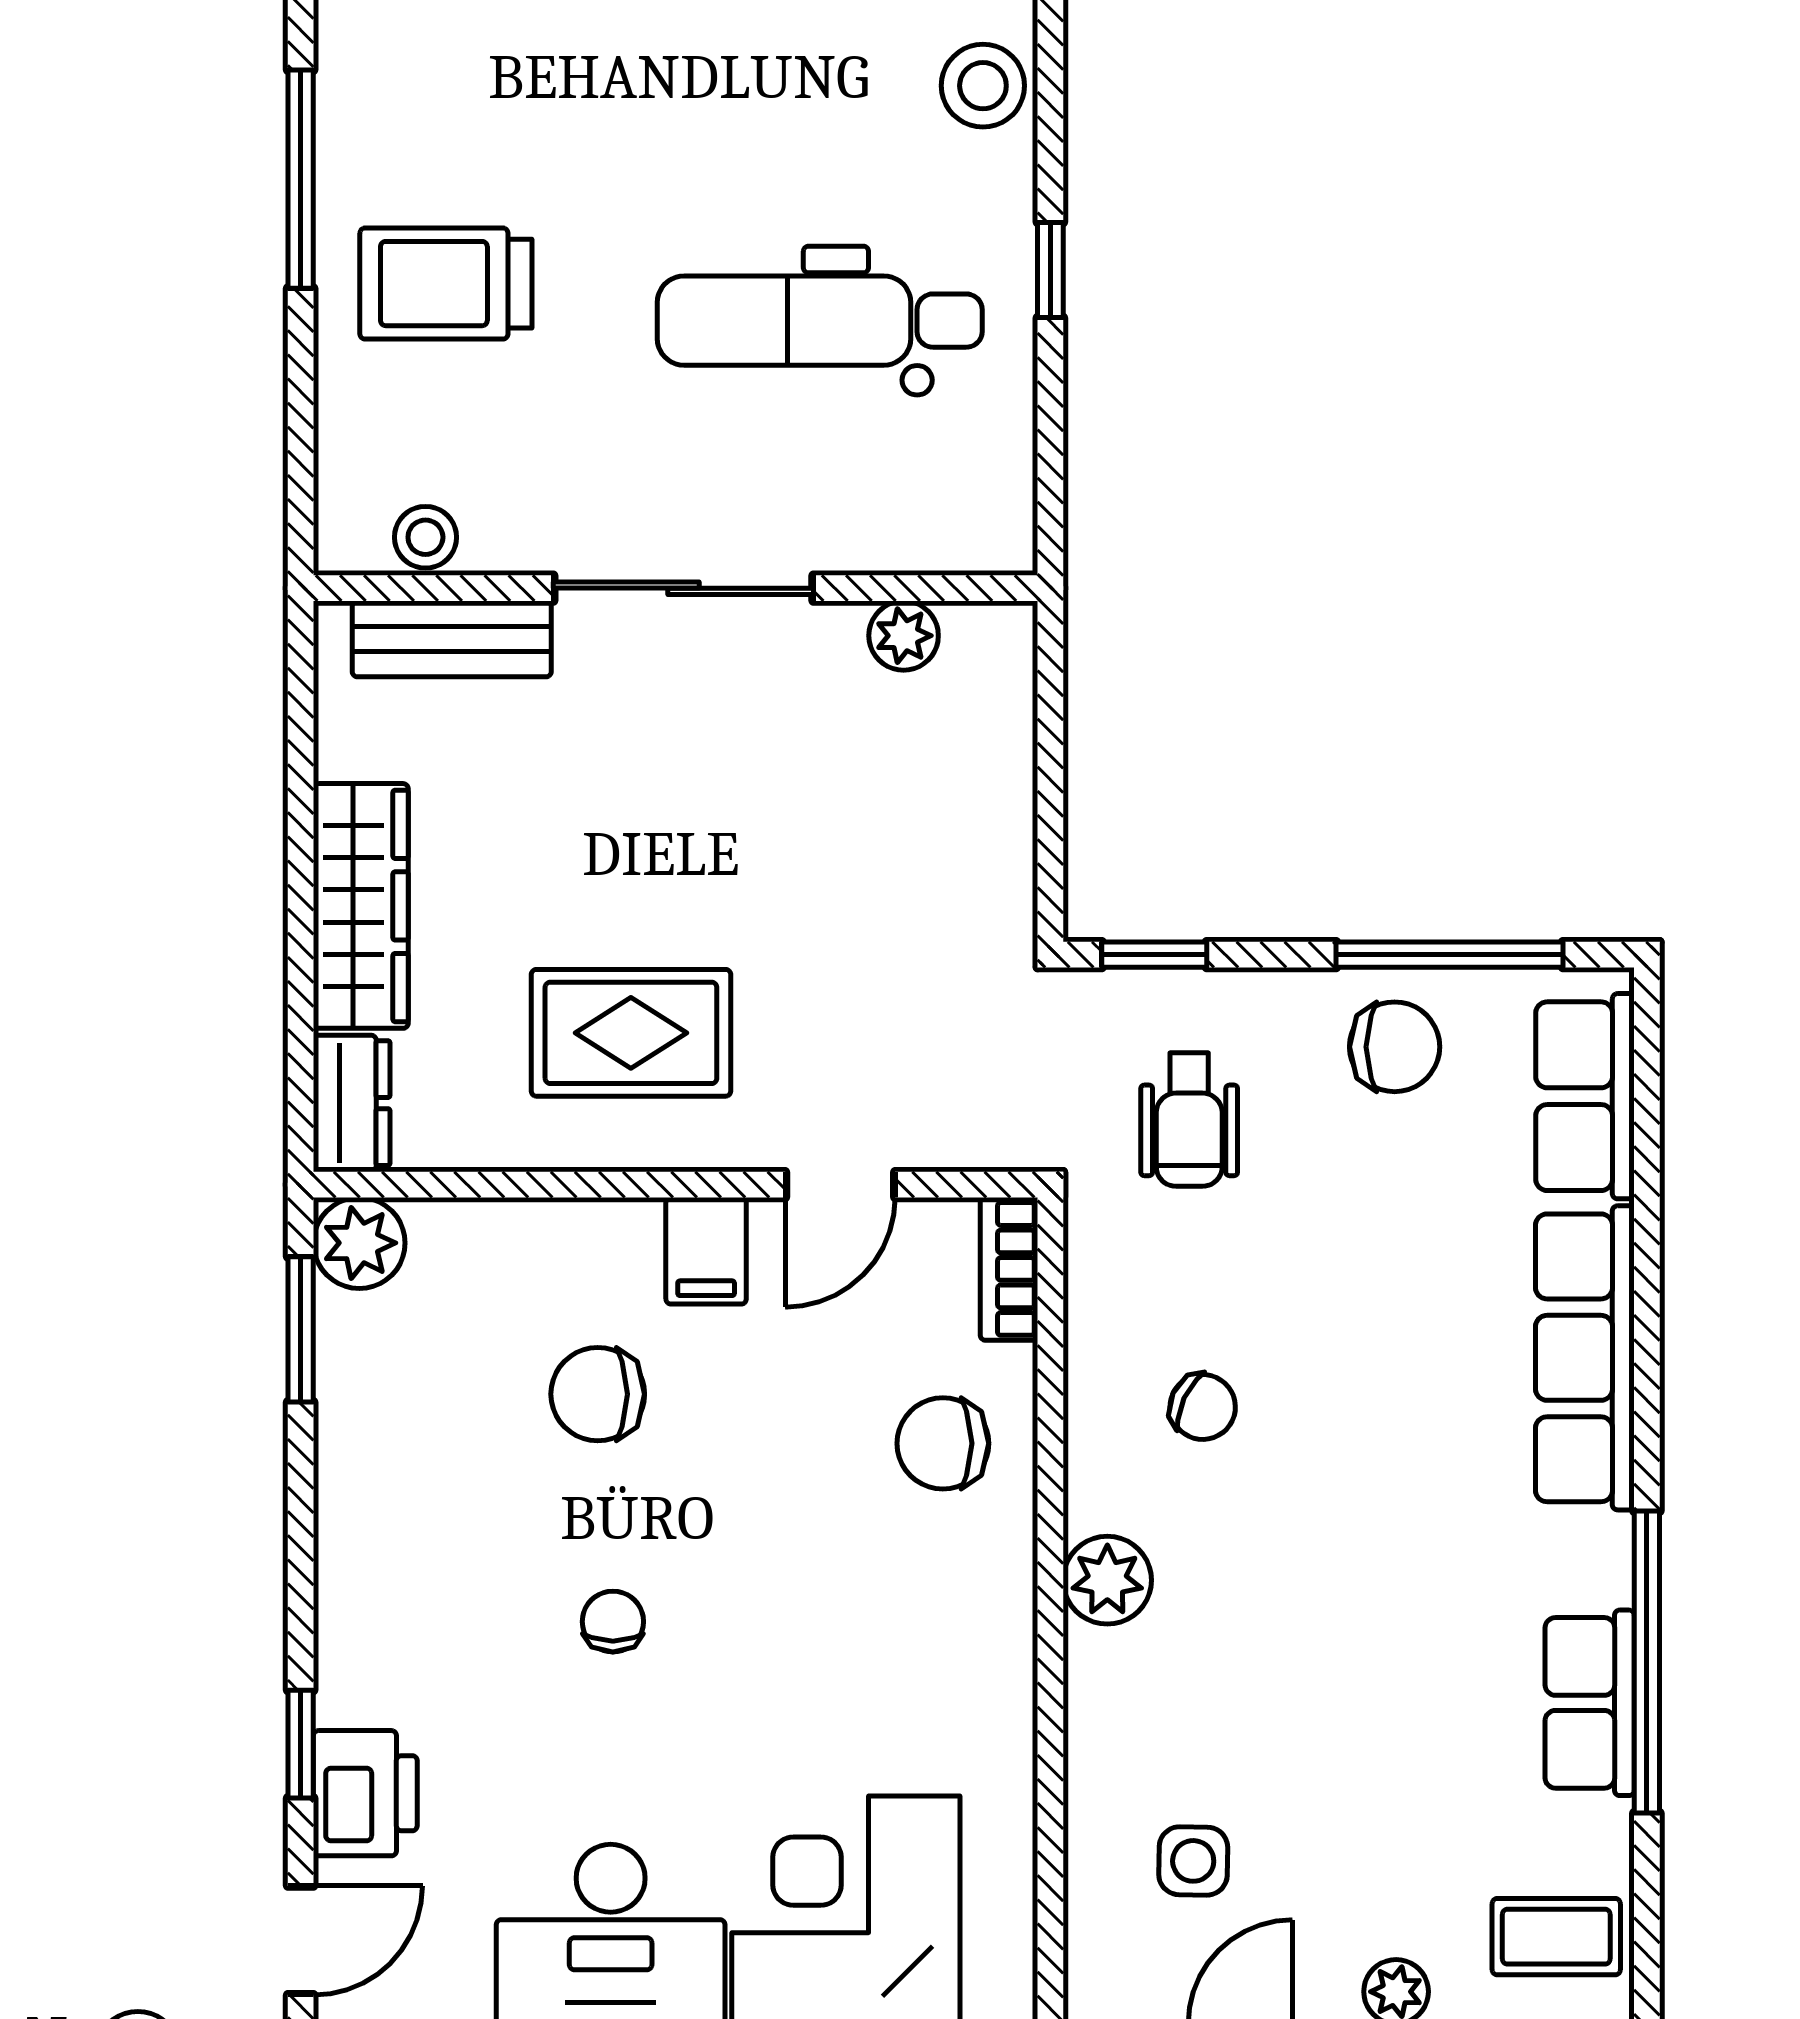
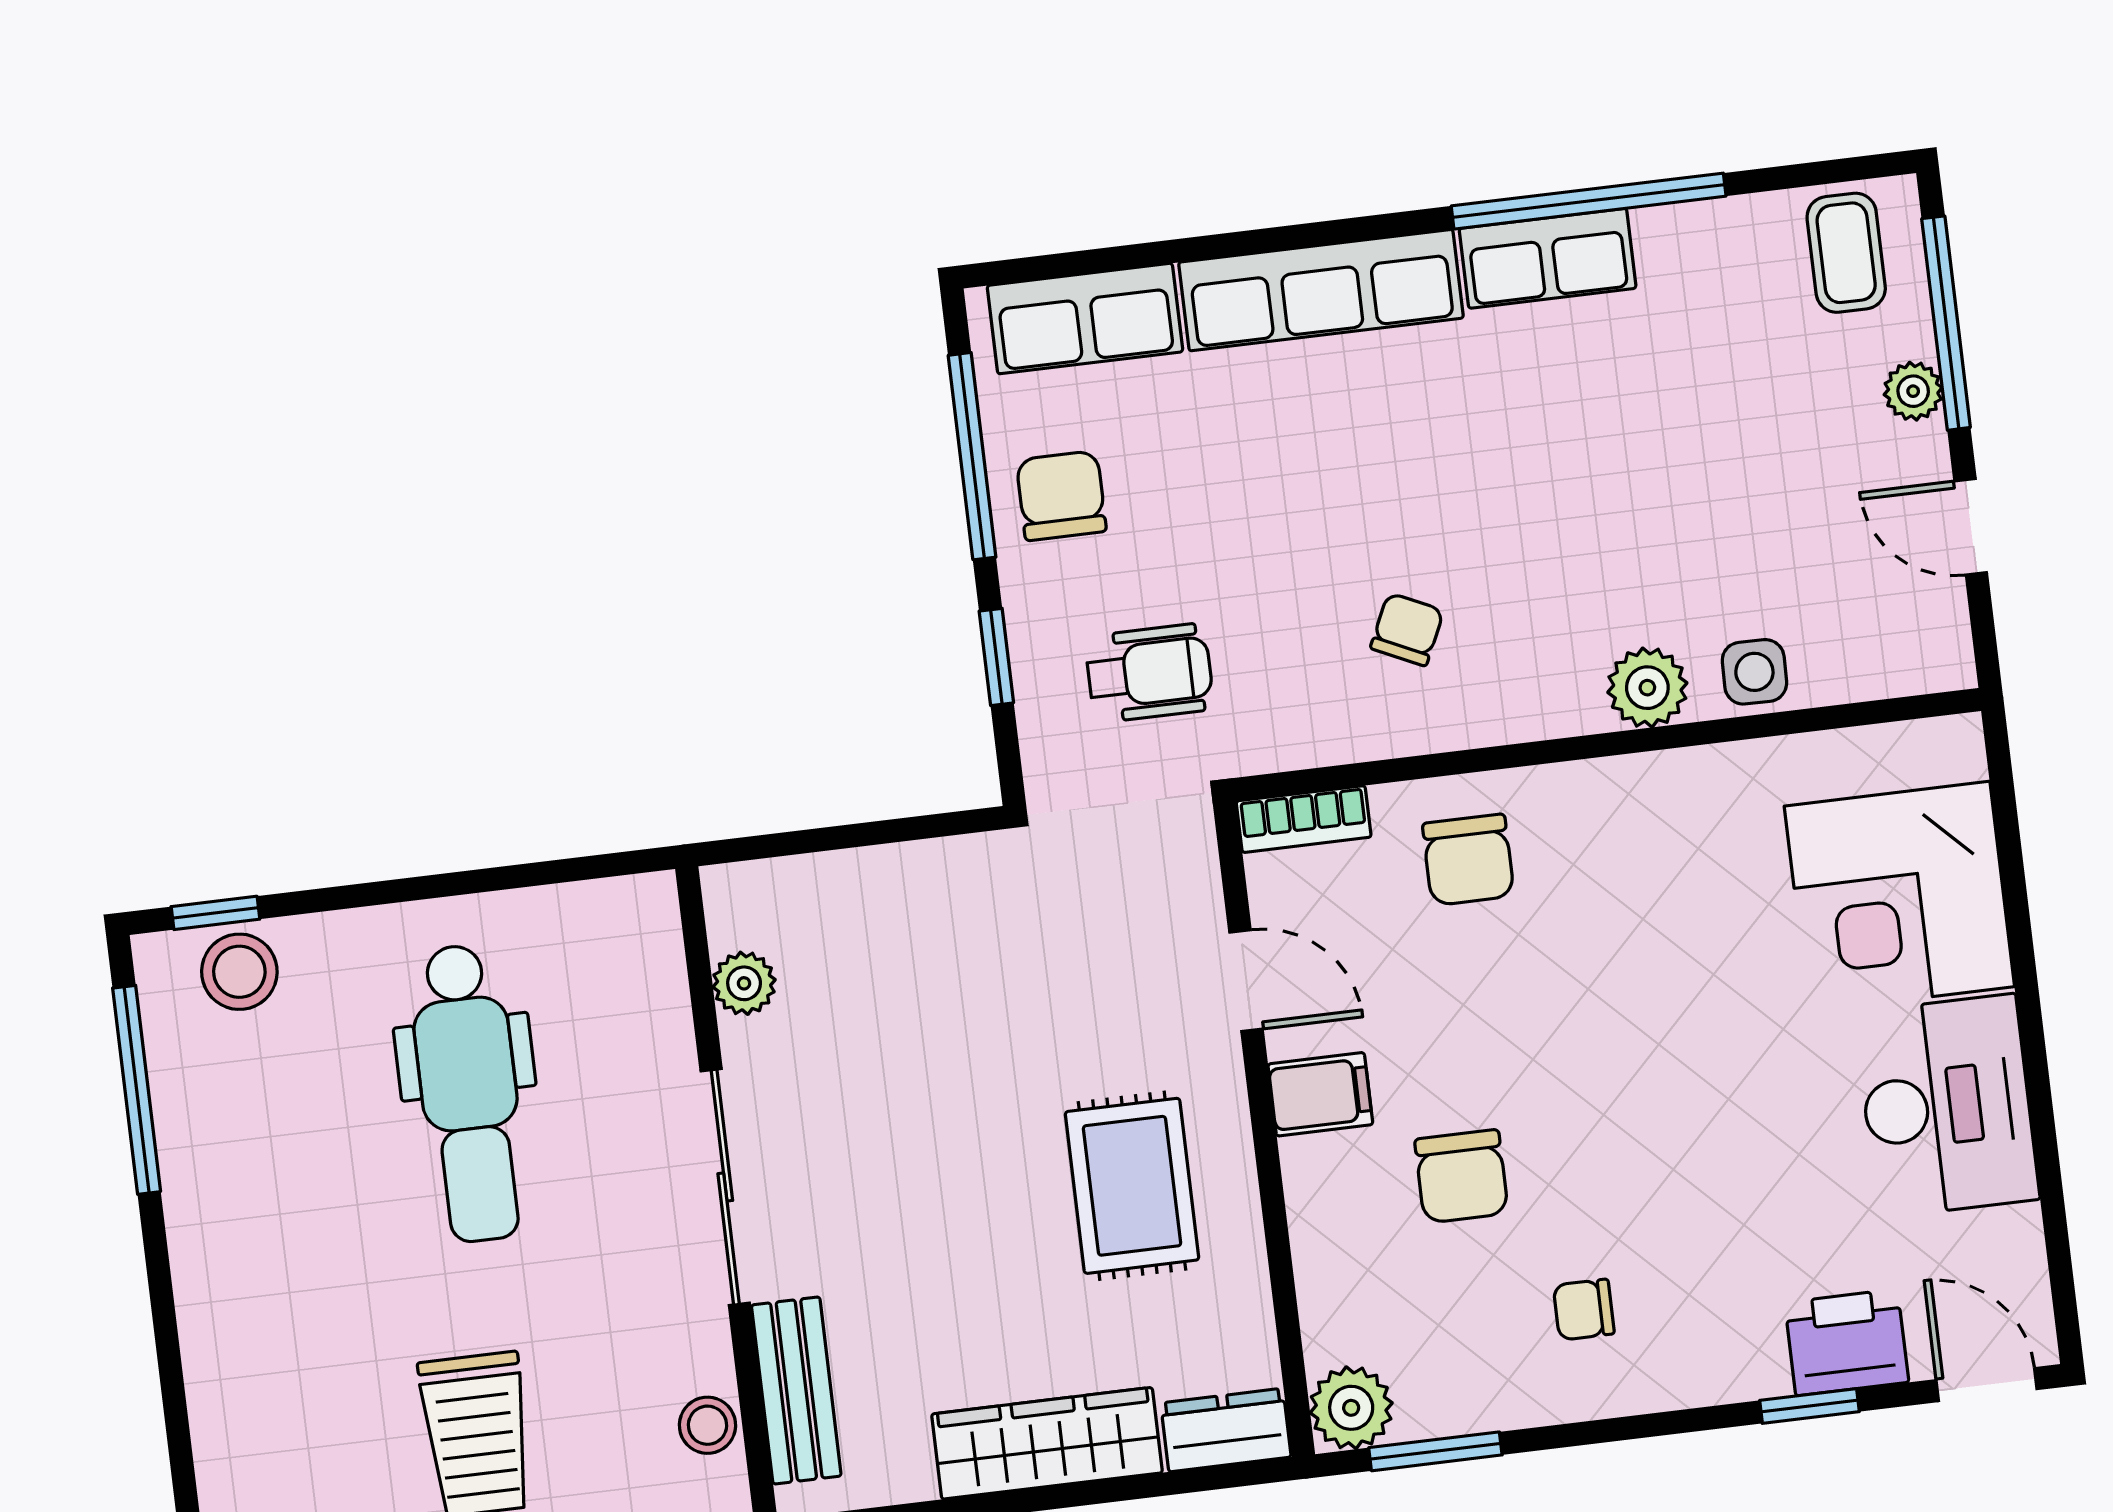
window: (1050, 270) -> (215, 913), moved
window: (1154, 955) -> (996, 657), moved
plant: (1107, 1580) -> (1647, 688), moved
chair: (613, 1622) -> (1584, 1310), moved
row of seats: (1590, 1703) -> (1548, 258), moved
side table: (1193, 1861) -> (1754, 672), moved

